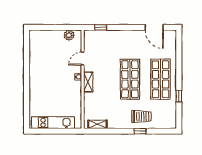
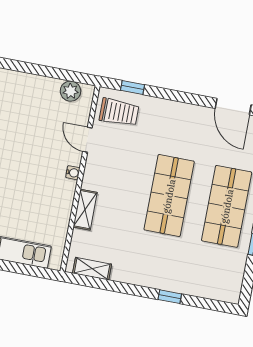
door: (83, 59) -> (87, 140), hinge flipped
shelving: (88, 82) -> (85, 210), moved
trolley: (141, 117) -> (119, 112), moved

